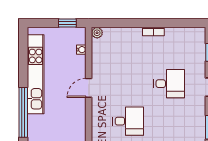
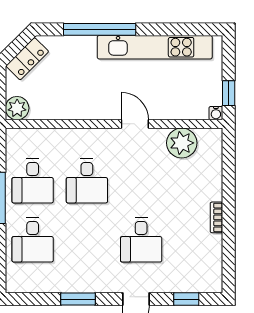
plant: (97, 33) -> (182, 143), moved, width x1.87, depth x1.87
water cooler: (81, 50) -> (216, 113), moved

